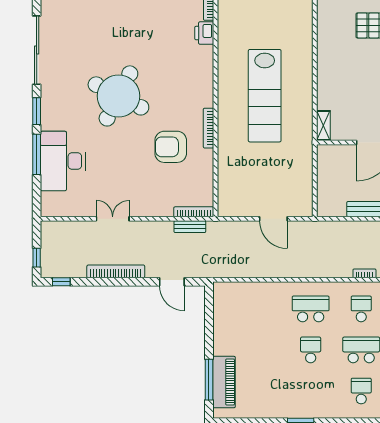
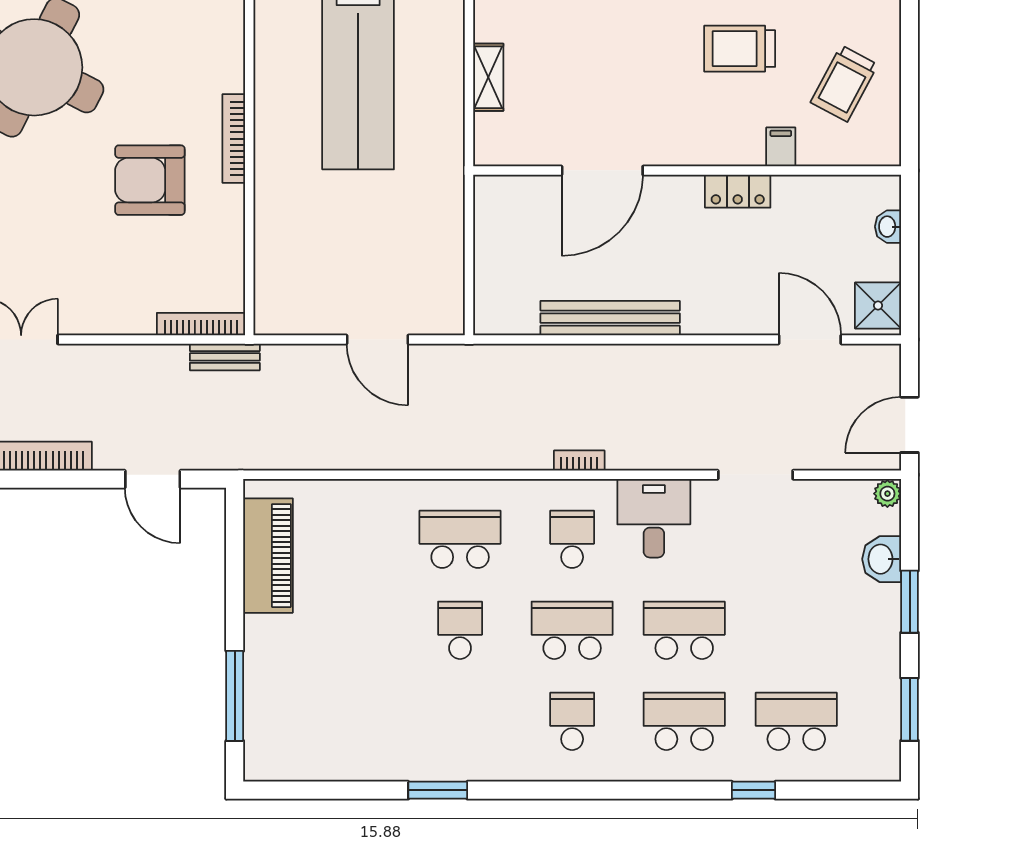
shelving: (323, 125) -> (488, 77), moved
bench: (190, 227) -> (225, 357), moved
piano: (224, 382) -> (268, 556), moved

